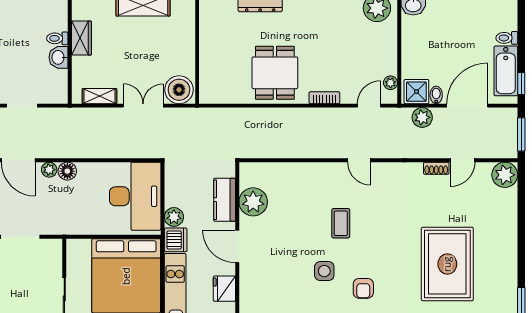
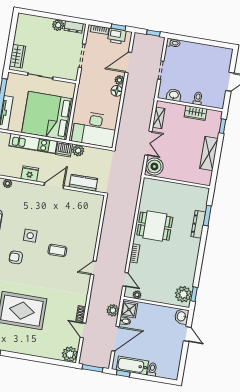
washbasin: (59, 57) -> (174, 95), moved
door: (467, 106) -> (115, 339), hinge flipped
plant: (253, 202) -> (79, 200), removed

